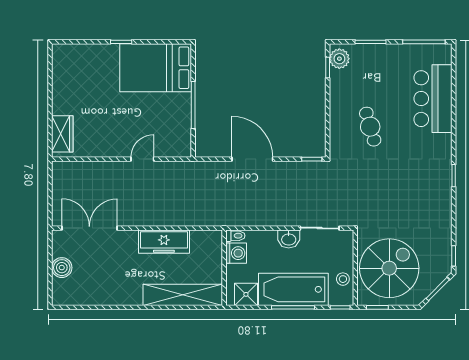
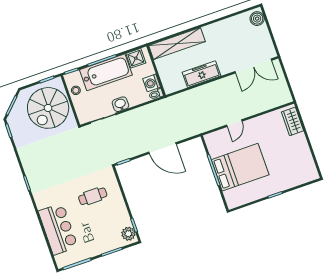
bed: (156, 68) -> (240, 167), moved
cafe table: (370, 127) -> (93, 196), turned -74
boiler: (62, 268) -> (257, 19), moved

